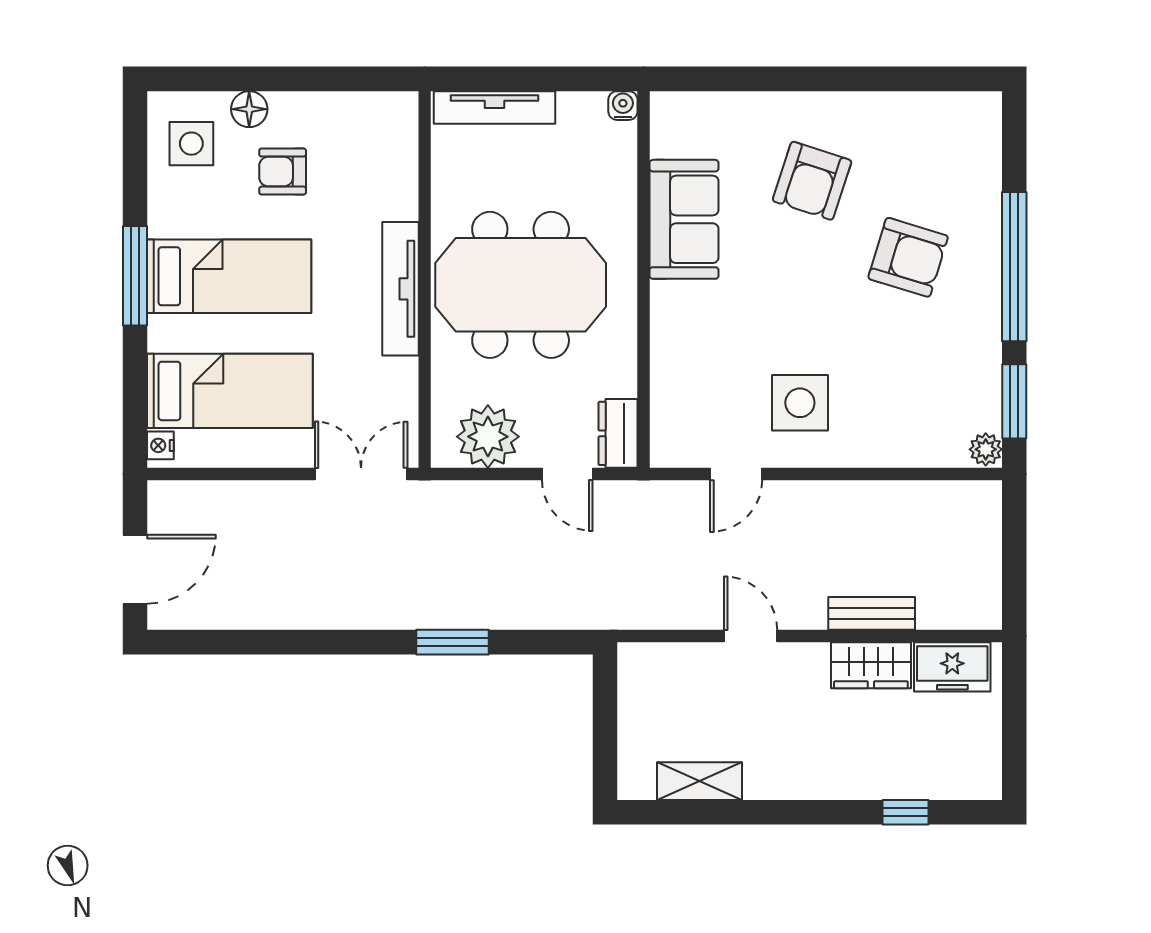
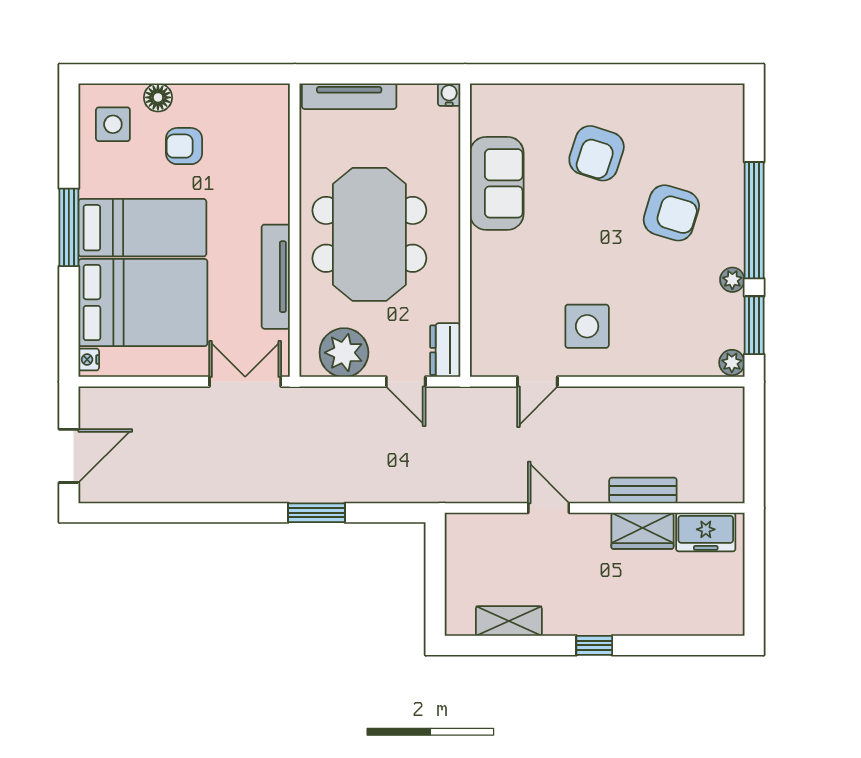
meeting table: (521, 285) -> (369, 234), turned 90
tv unit: (400, 289) -> (276, 277), moved
plant: (986, 343) -> (732, 280), added
bed: (230, 391) -> (143, 303), width x1.50
window: (905, 812) -> (594, 645), moved

